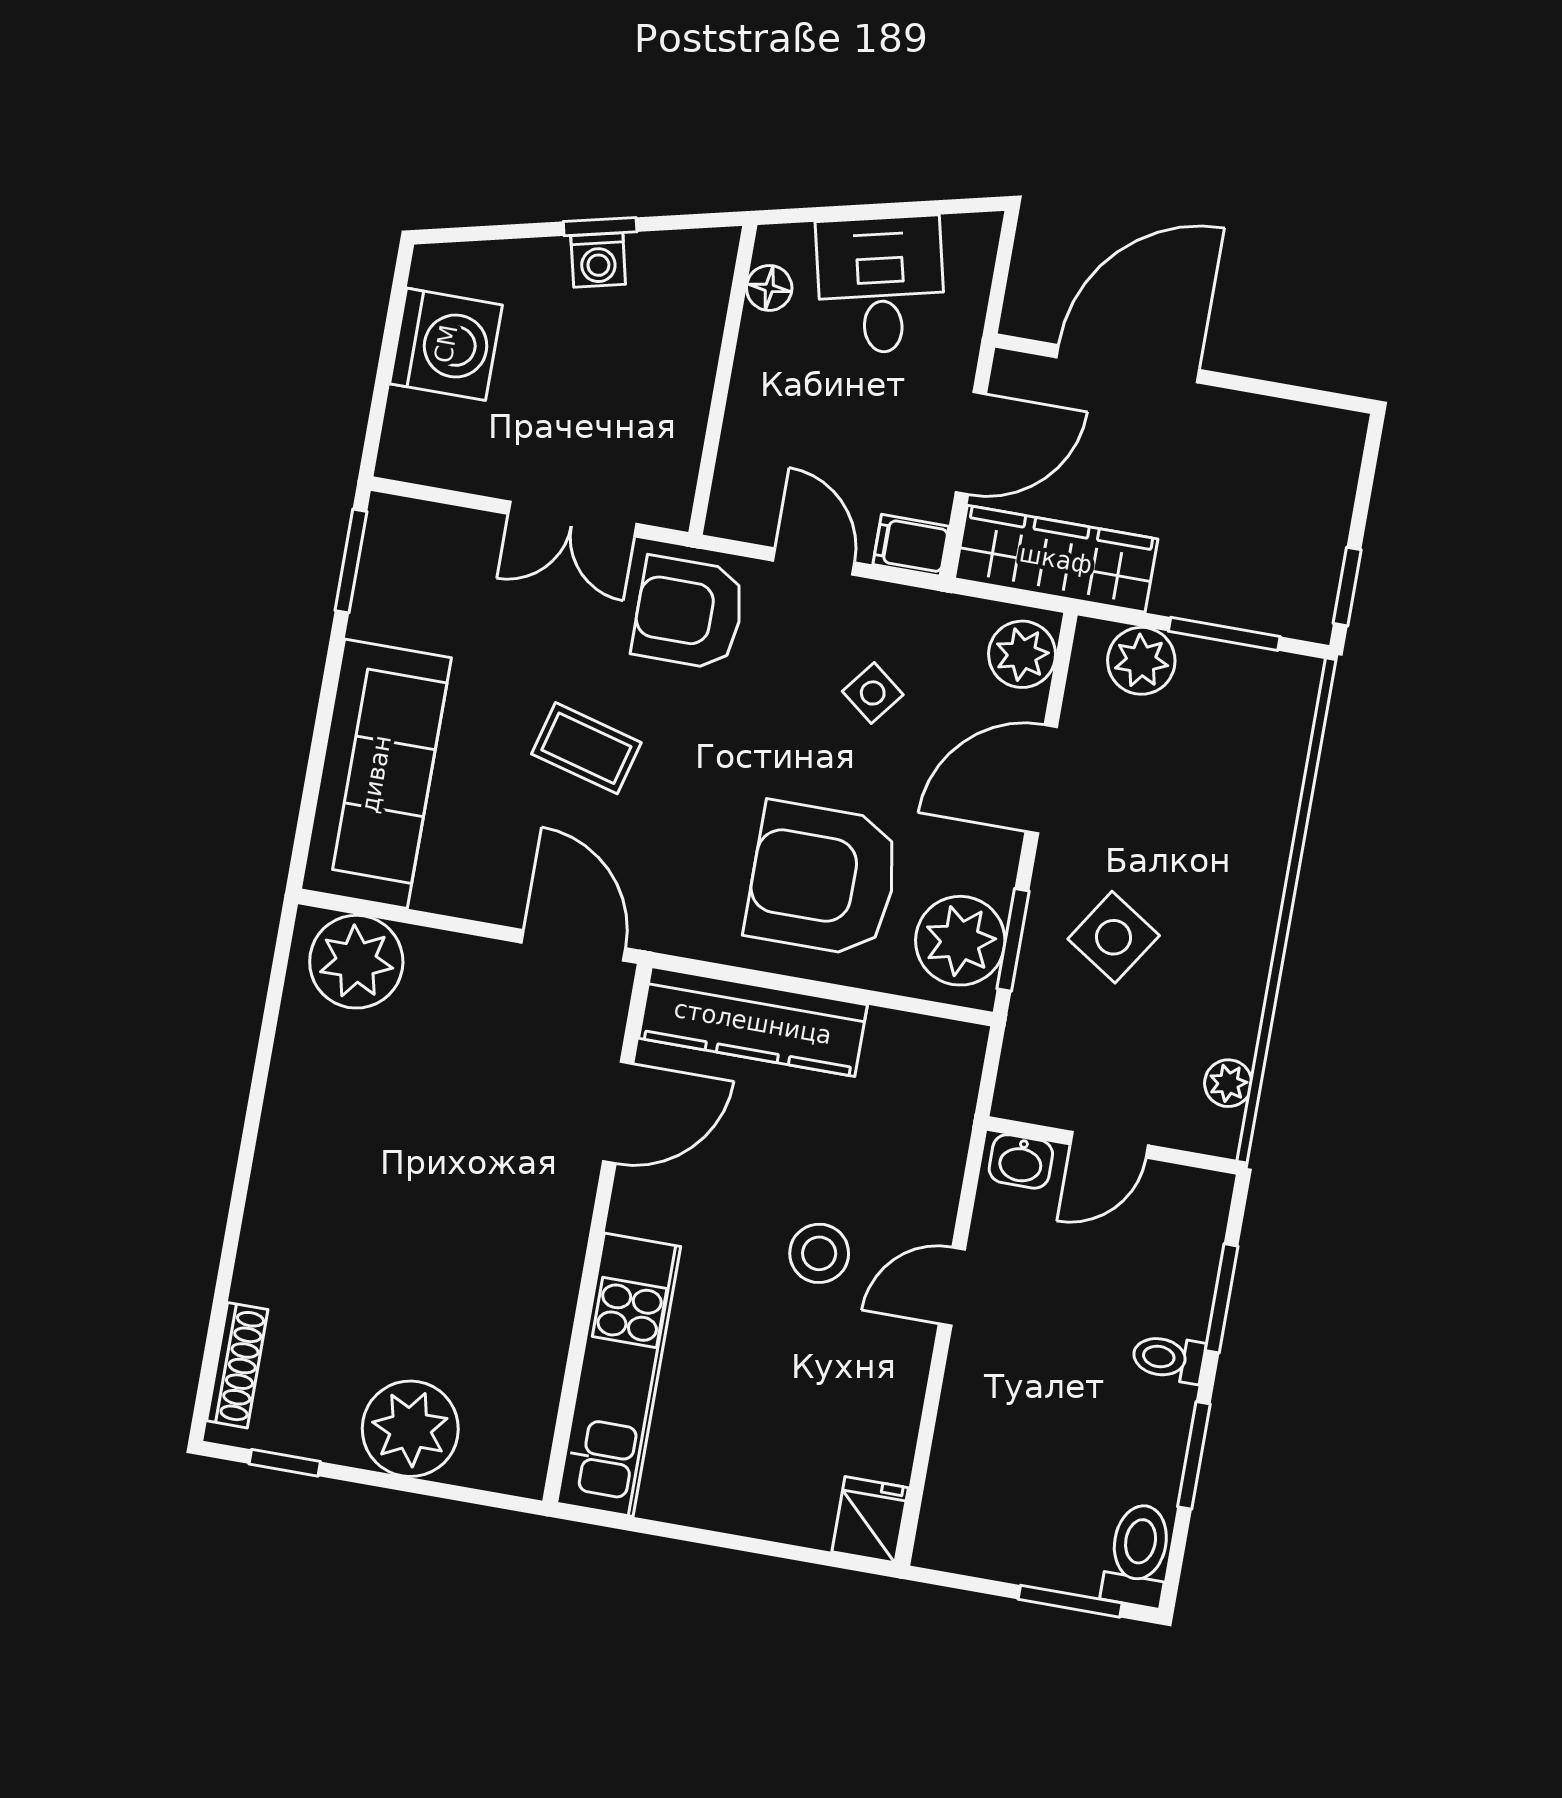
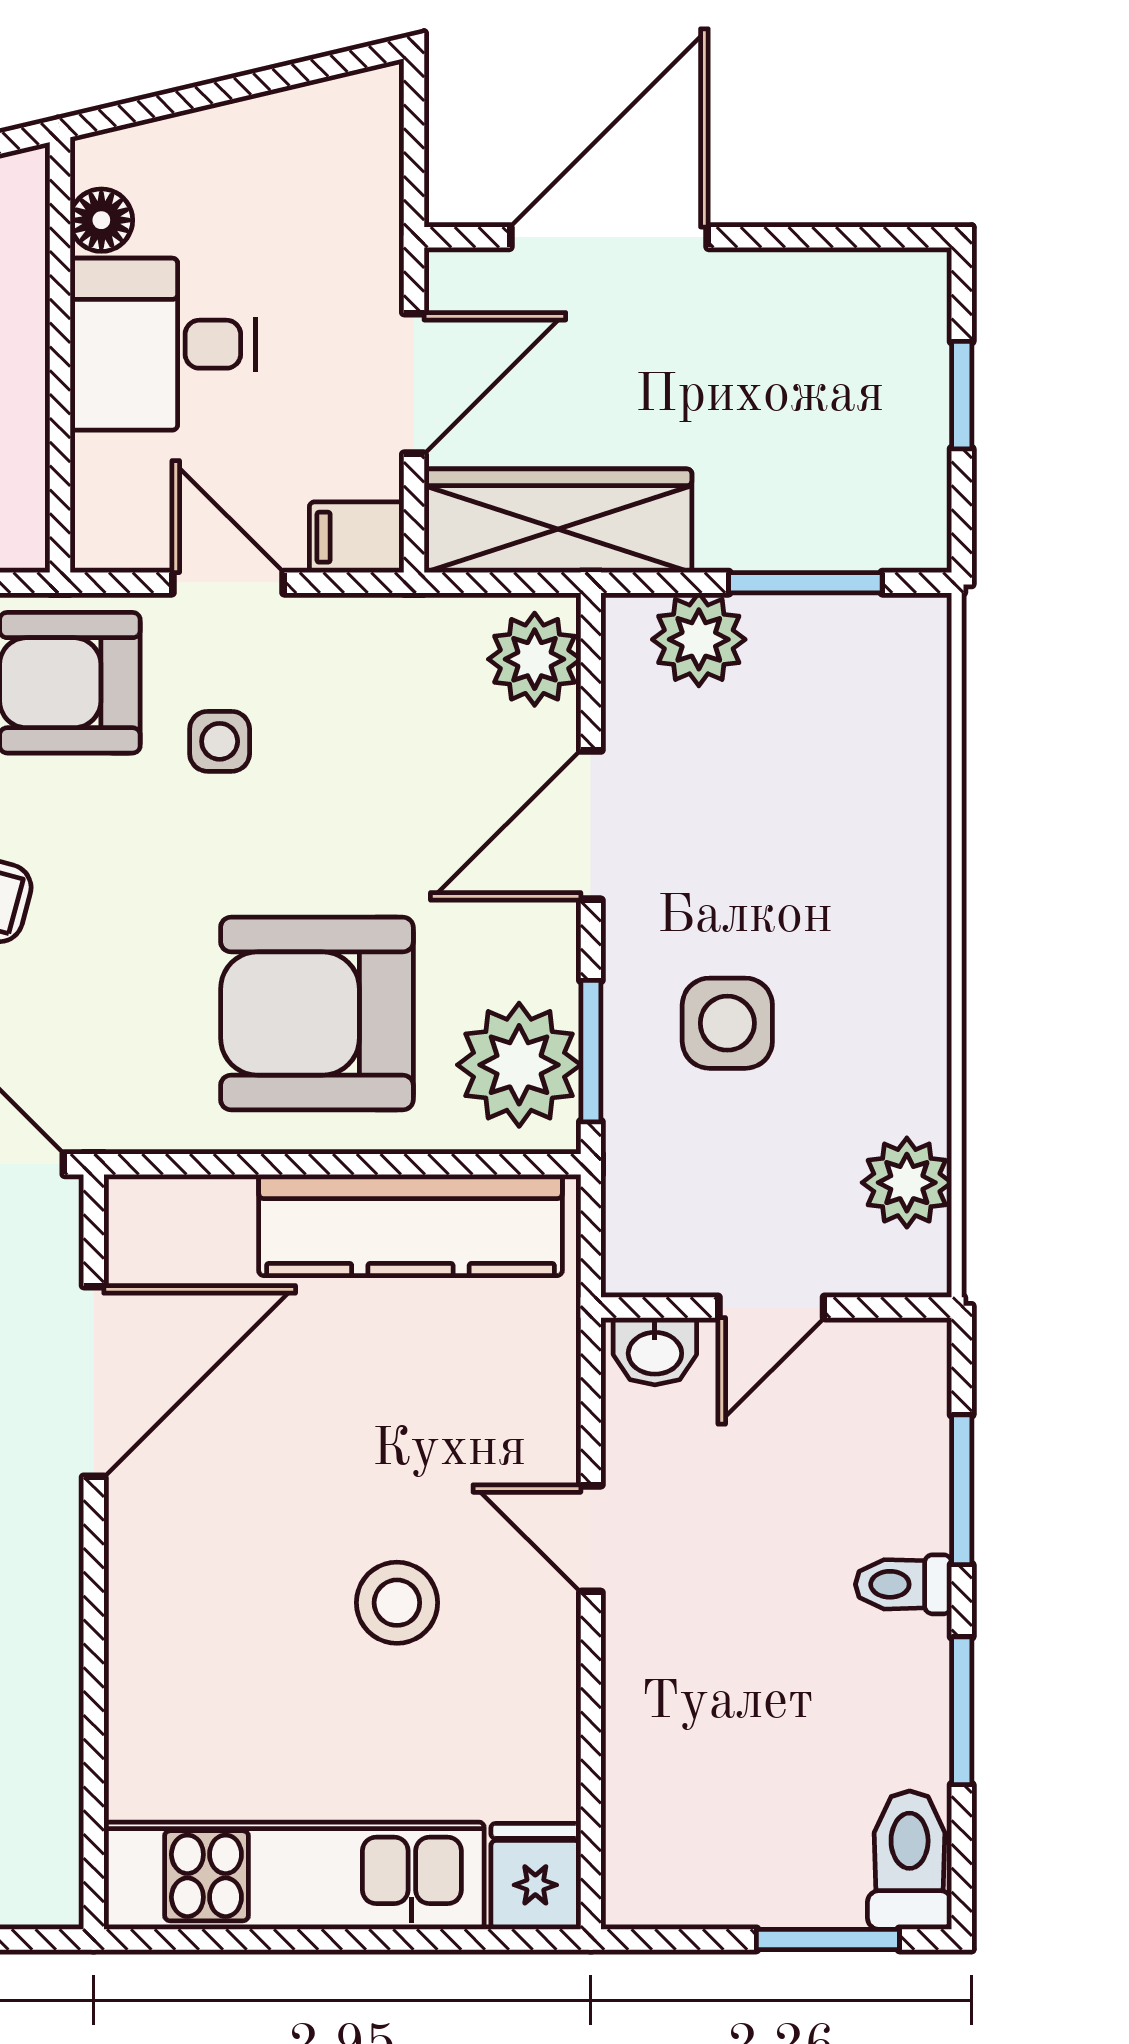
desk: (881, 285) -> (163, 344), moved, turned -77
window: (1347, 587) -> (962, 395), moved
side table: (873, 693) -> (220, 741), moved, turned -38
side table: (1114, 937) -> (727, 1023), turned -33
kitchen counter: (753, 1022) -> (410, 1225), moved
plant: (1228, 1083) -> (907, 1183), width x1.38, depth x1.38
door: (618, 1112) -> (94, 1381), width x1.36
stool: (819, 1253) -> (397, 1603), moved
door: (952, 1287) -> (591, 1539), hinge flipped
kitchen unit: (619, 1375) -> (294, 1876), moved, turned -90

